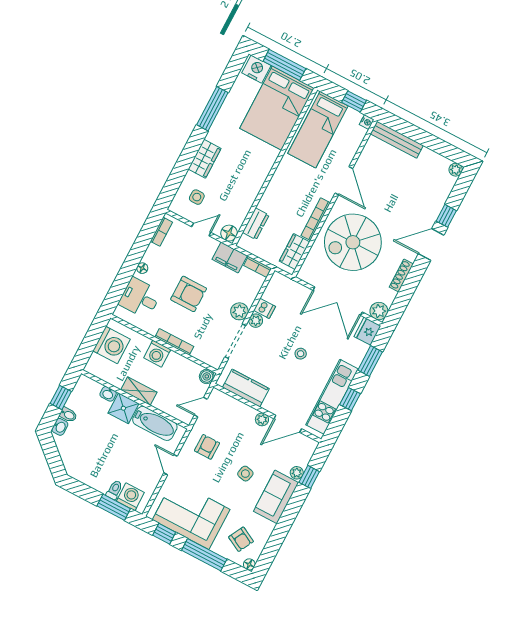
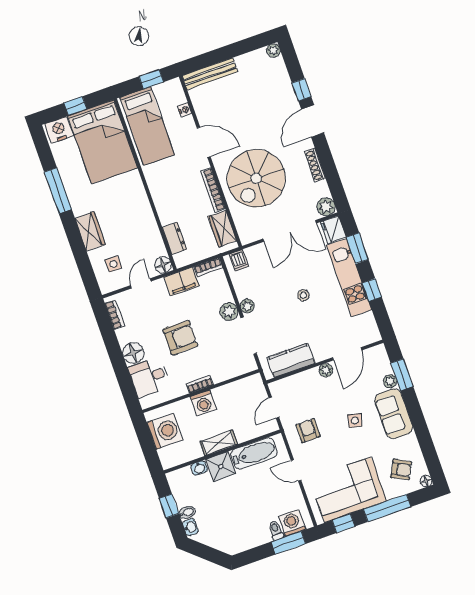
window: (284, 65) -> (75, 106), width x0.46
nightstand: (367, 122) -> (185, 110), moved
floor lamp: (142, 268) -> (133, 353), width x1.89, depth x1.89
dishwasher: (265, 308) -> (239, 260), moved, turned 90
bookcase: (174, 342) -> (200, 384), width x0.64
boiler: (207, 376) -> (255, 382), removed
kitchen unit: (332, 397) -> (349, 278), moved
window: (309, 477) -> (402, 375), width x1.50

